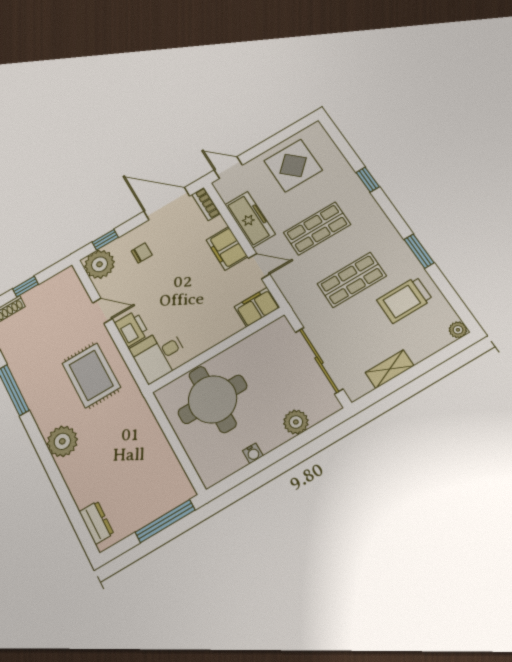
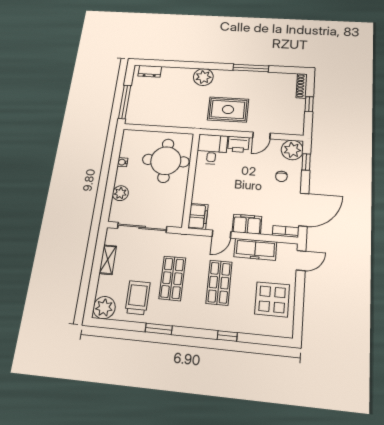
plant: (458, 330) -> (104, 308), width x1.87, depth x1.87

